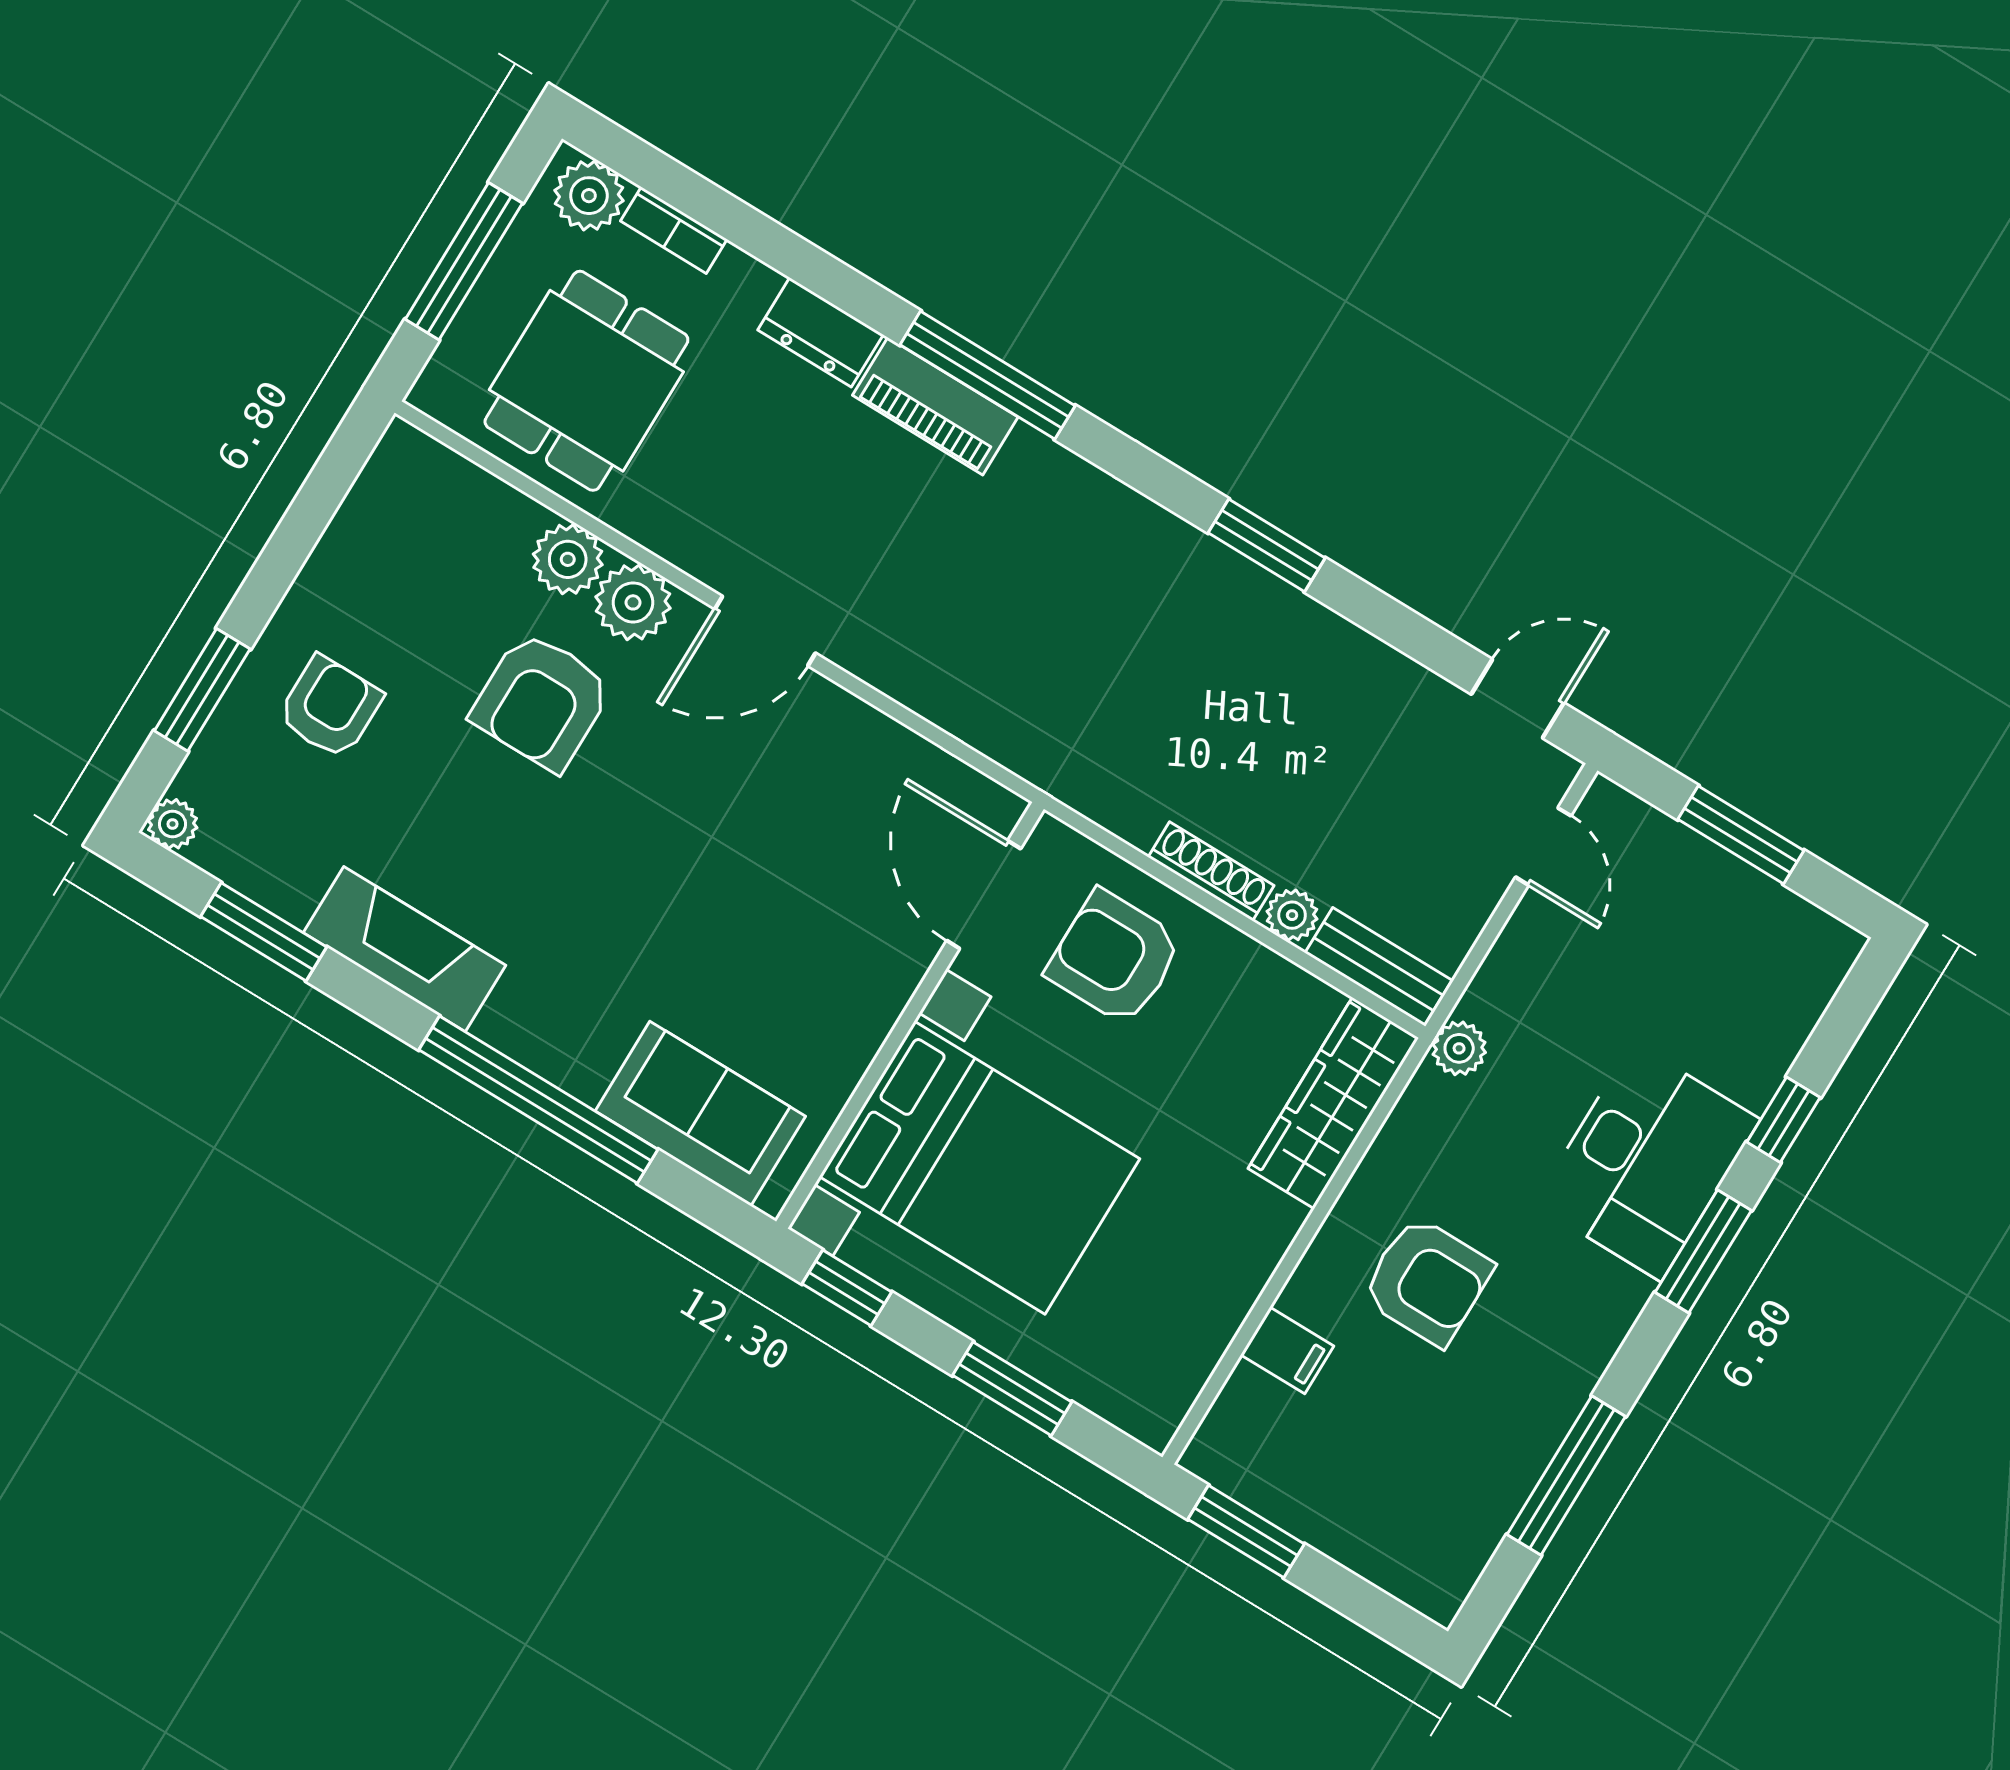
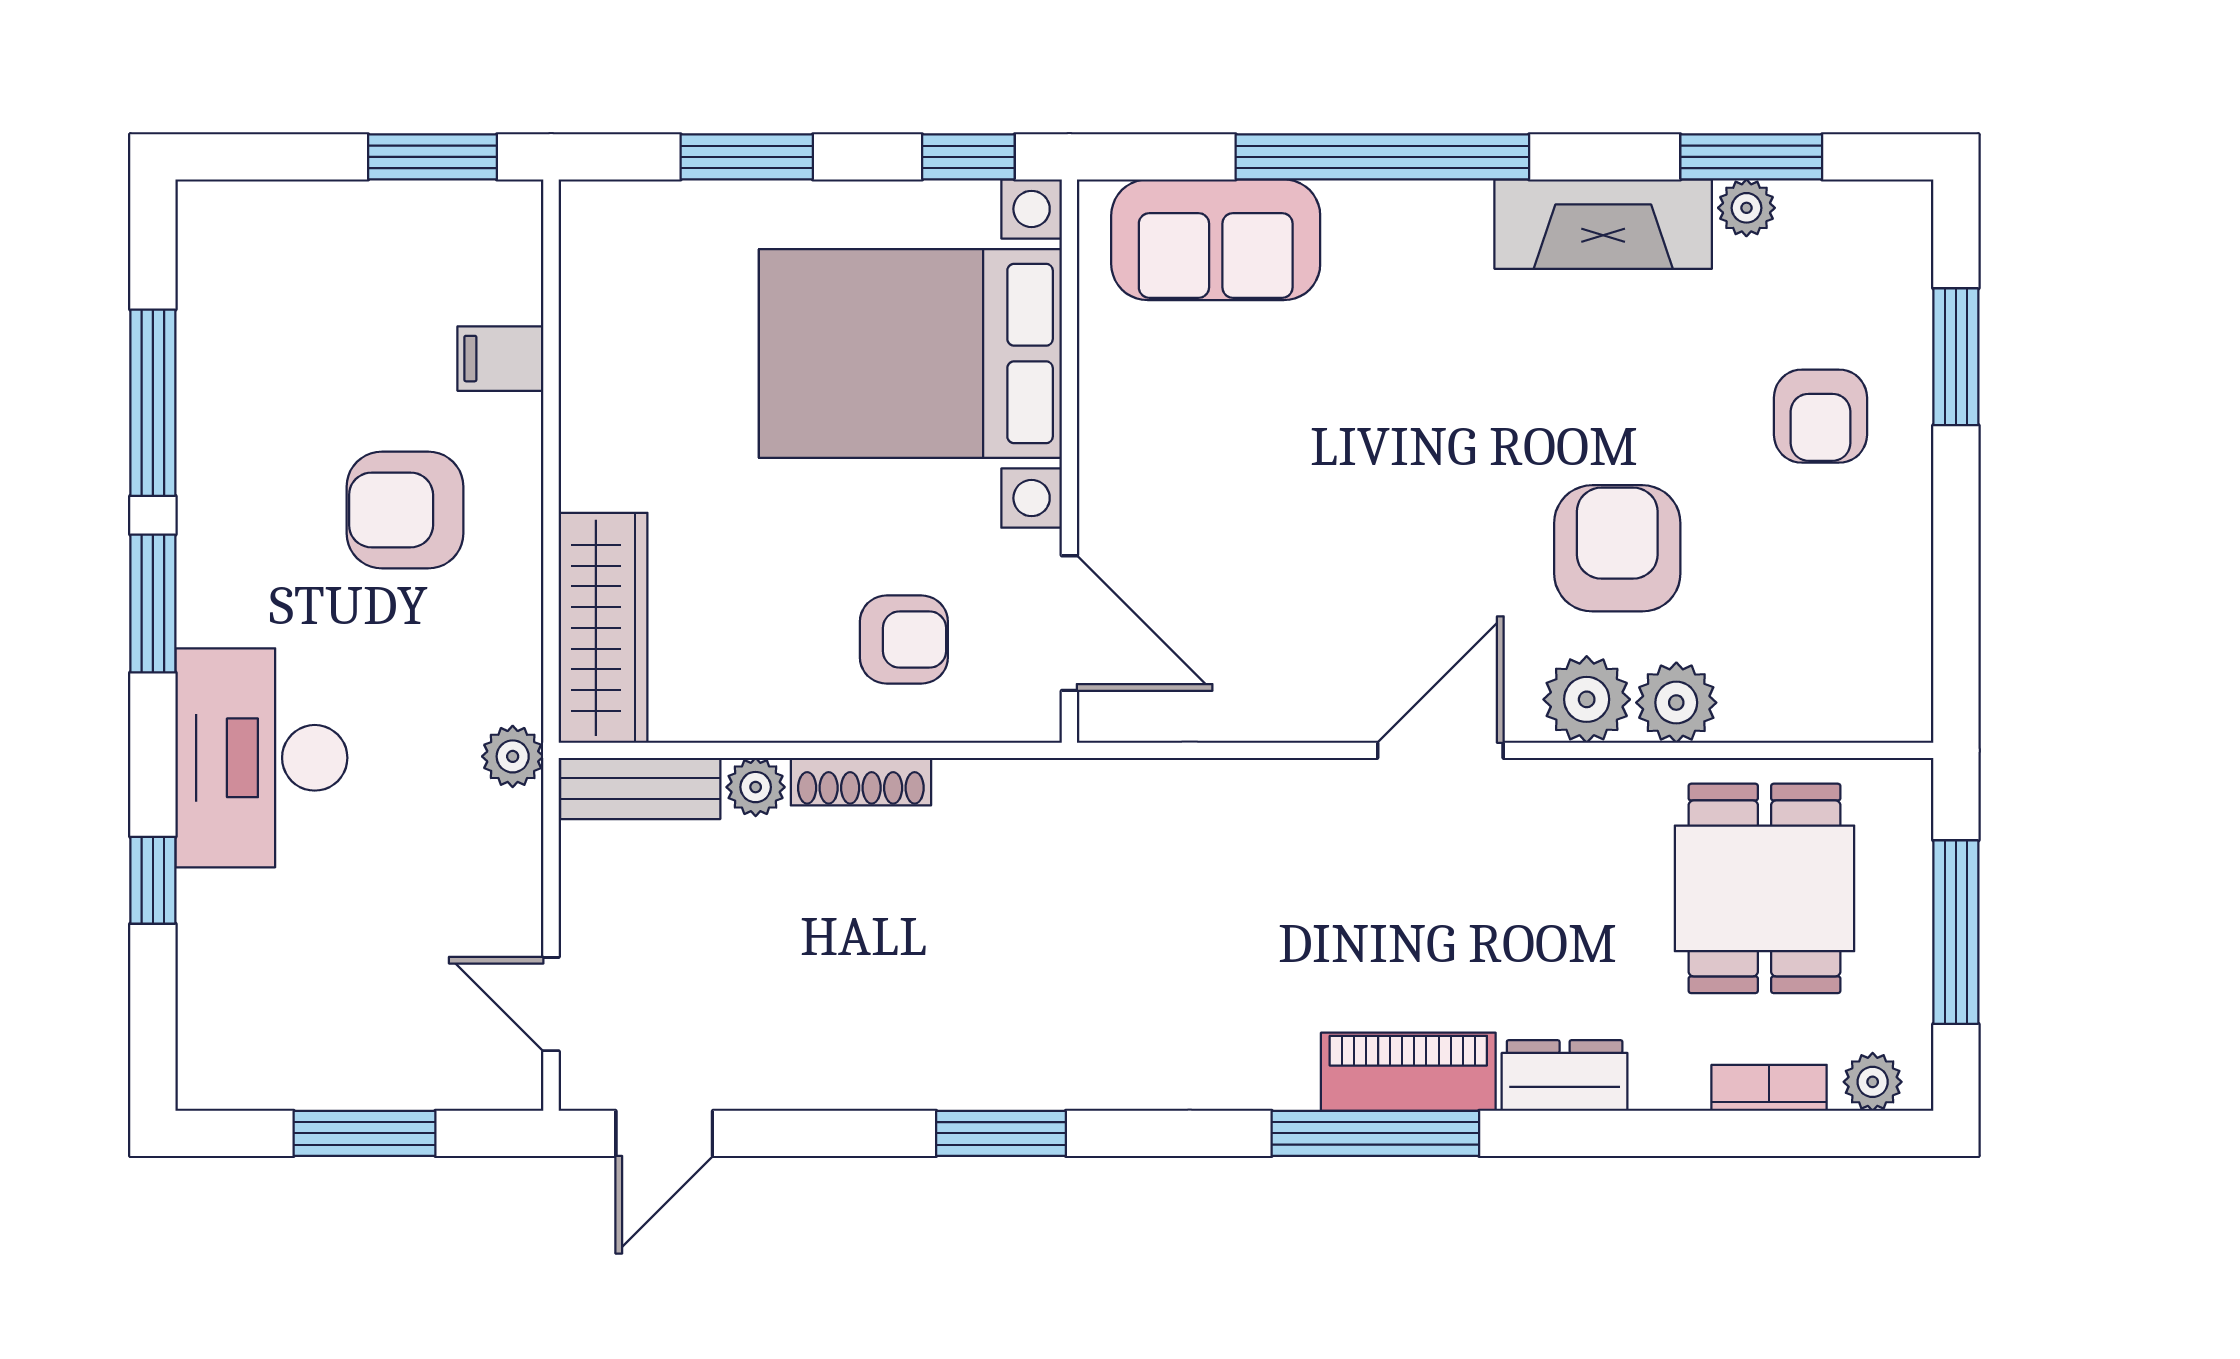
plant: (589, 196) -> (1873, 1082), width x0.73, depth x0.73
plant: (172, 824) -> (1746, 208), moved
armchair: (1114, 958) -> (904, 640), width x0.72, depth x0.72
window: (1703, 1251) -> (153, 604), moved

